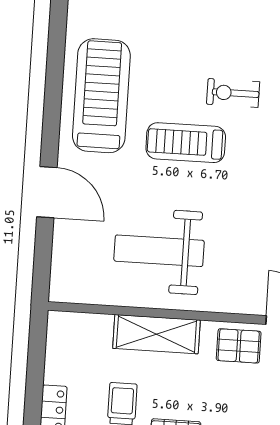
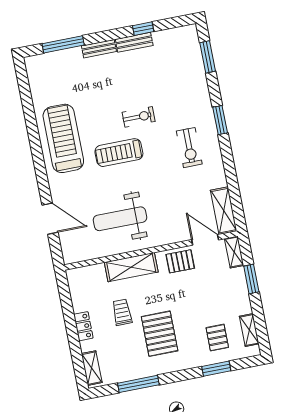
exercise bike: (233, 93) -> (139, 117), turned 180
door: (47, 192) -> (50, 219), moved

